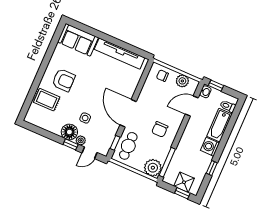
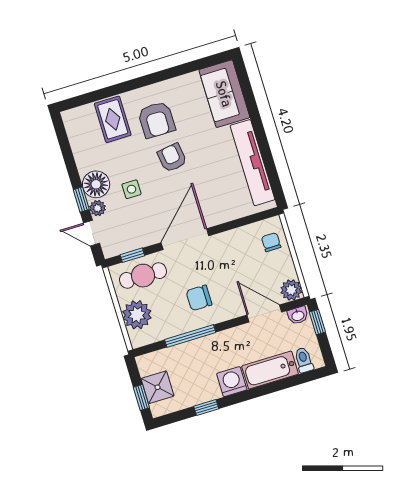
plant: (182, 81) -> (291, 290), moved
armchair: (87, 88) -> (172, 158), added
window: (167, 162) -> (190, 336), moved
plant: (153, 168) -> (137, 315), moved

